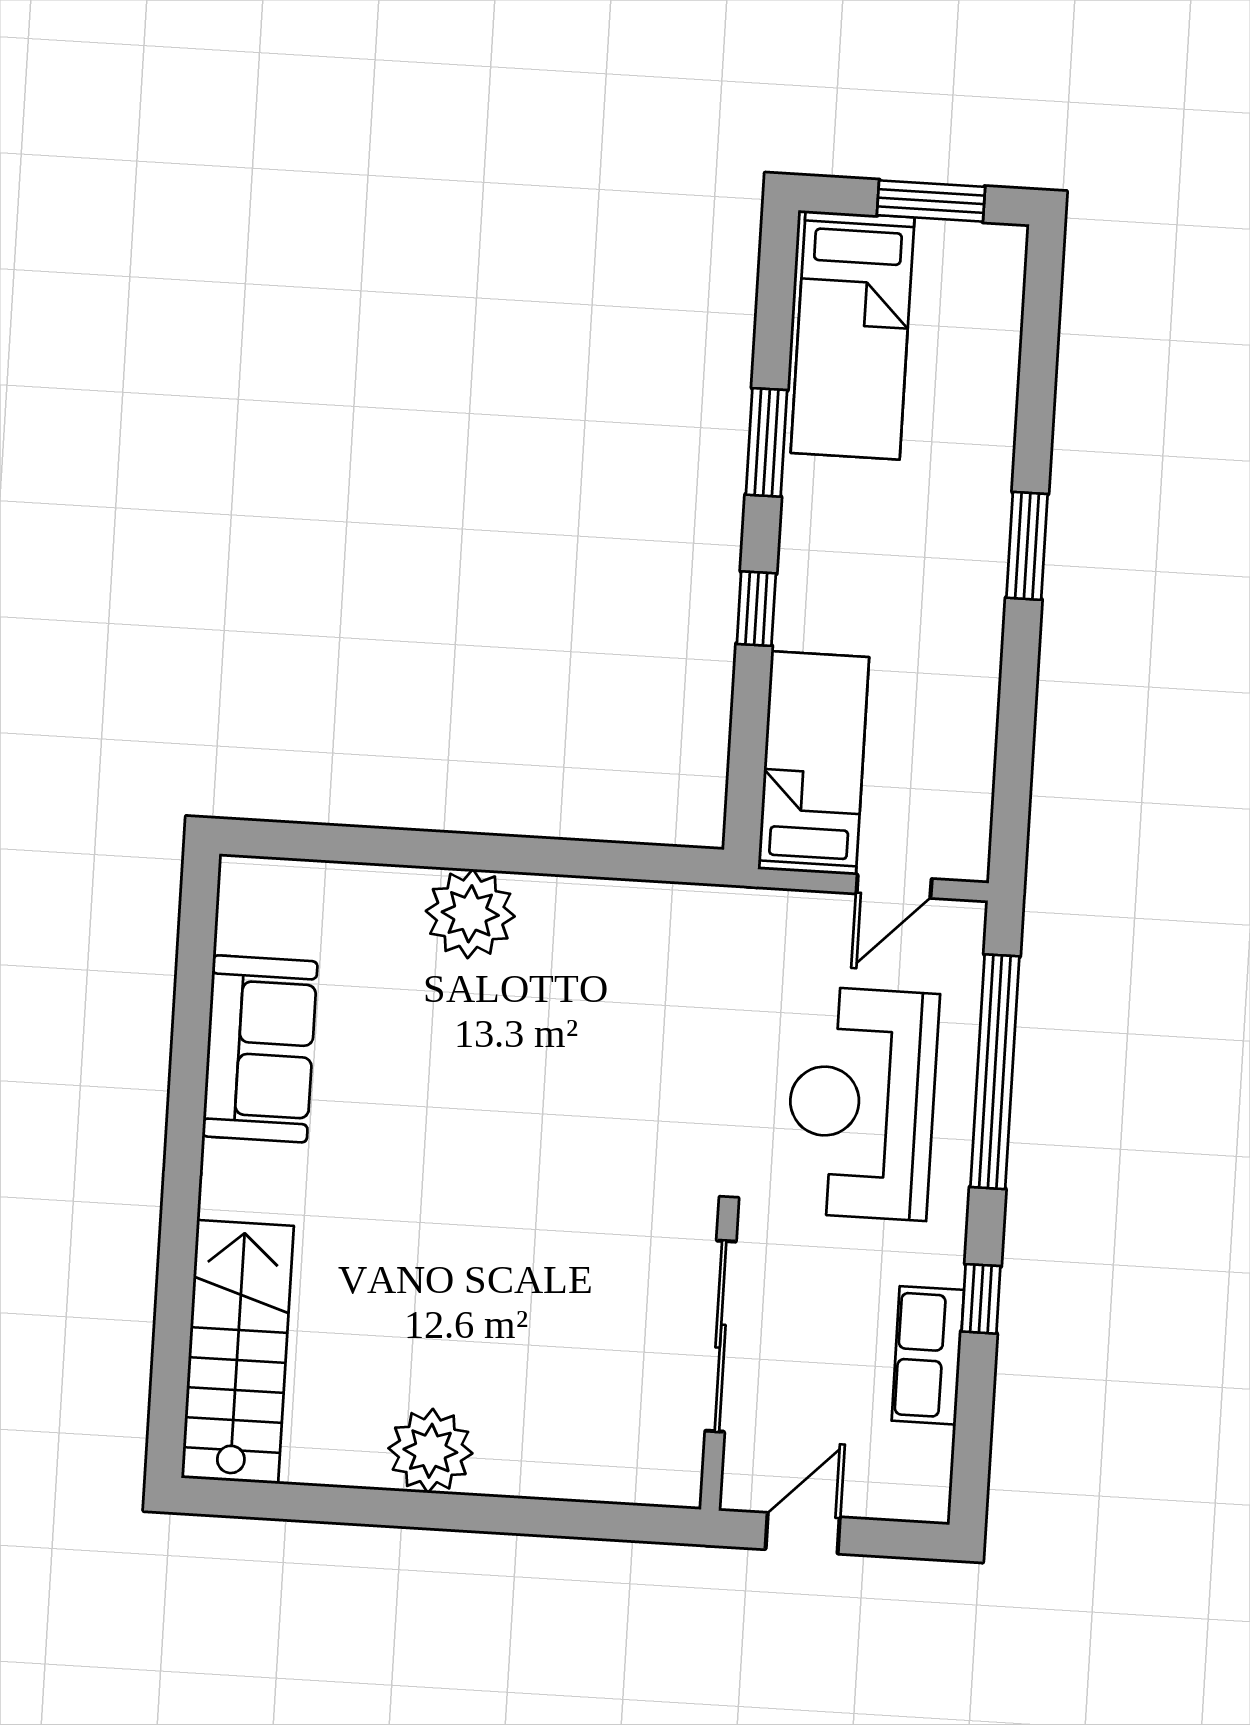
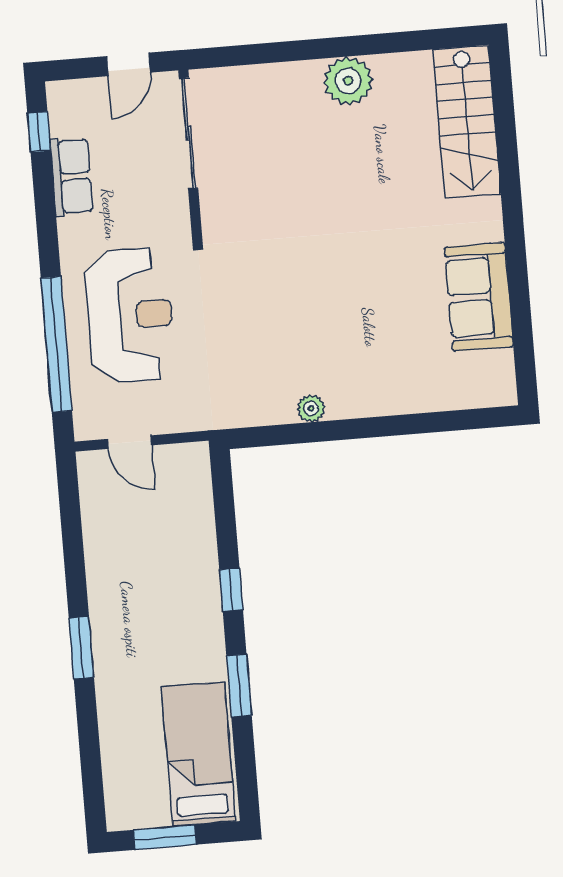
bed: (813, 763) -> (186, 506), removed
door: (894, 886) -> (129, 442), swing flipped
plant: (470, 914) -> (311, 408), moved, width x0.53, depth x0.53
window: (981, 1299) -> (39, 132), moved
sliding door: (721, 1336) -> (189, 133), moved

